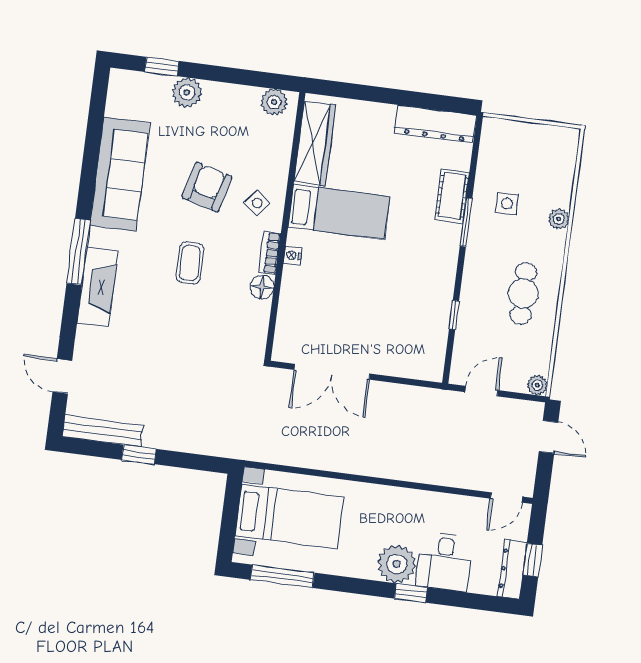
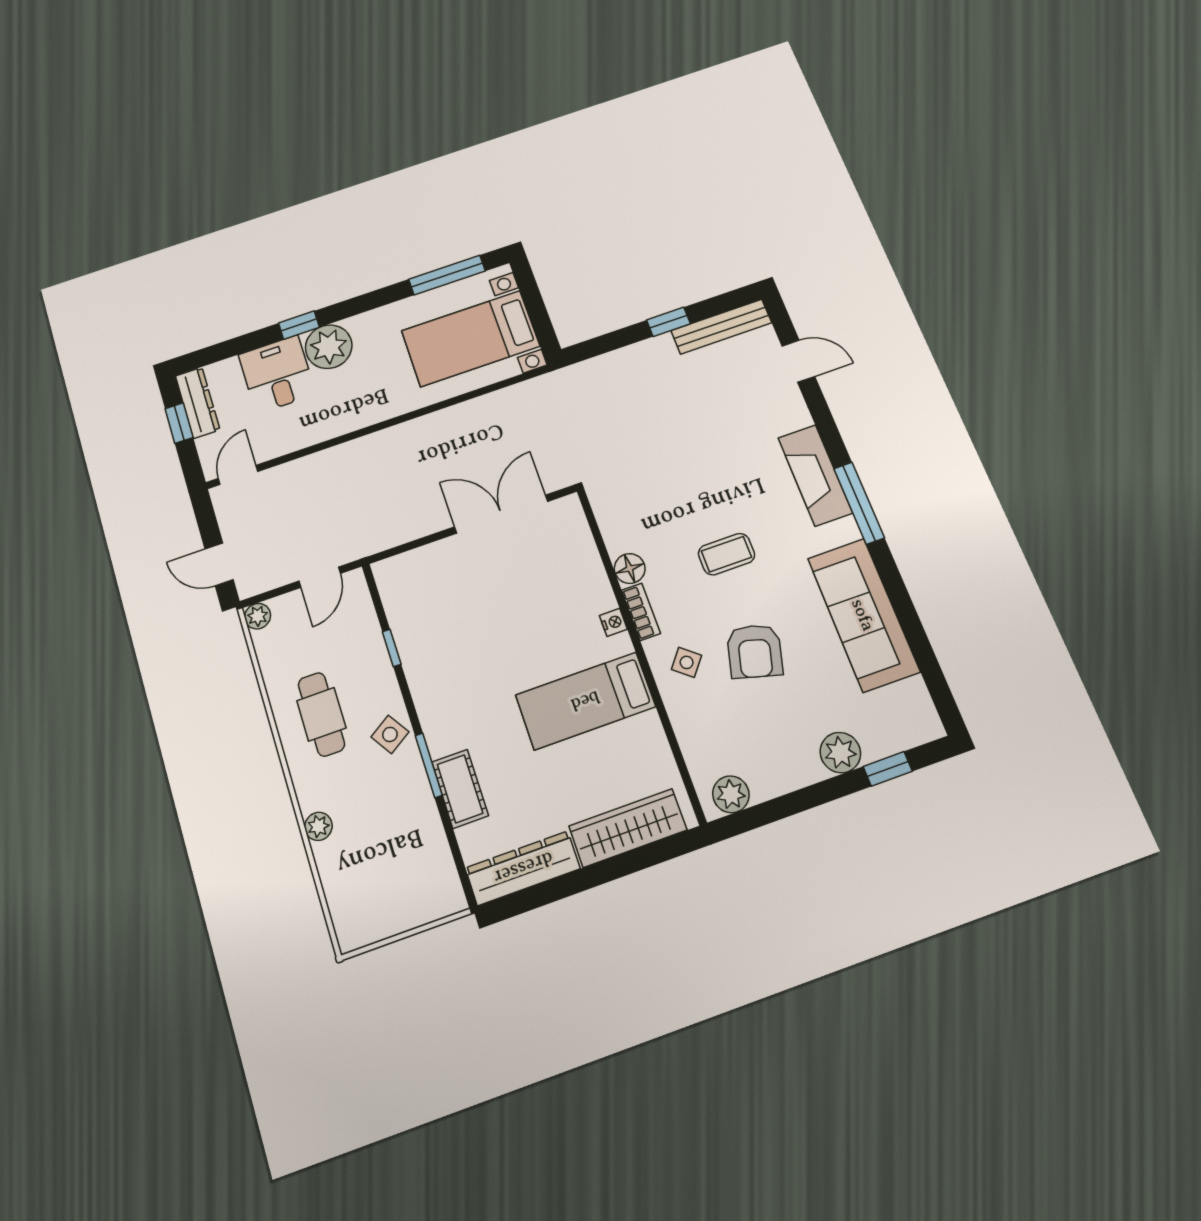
wardrobe: (315, 144) -> (628, 828), moved, turned 90
side table: (507, 204) -> (390, 734), moved, turned -33
coffee table: (190, 263) -> (726, 554), turned 90

